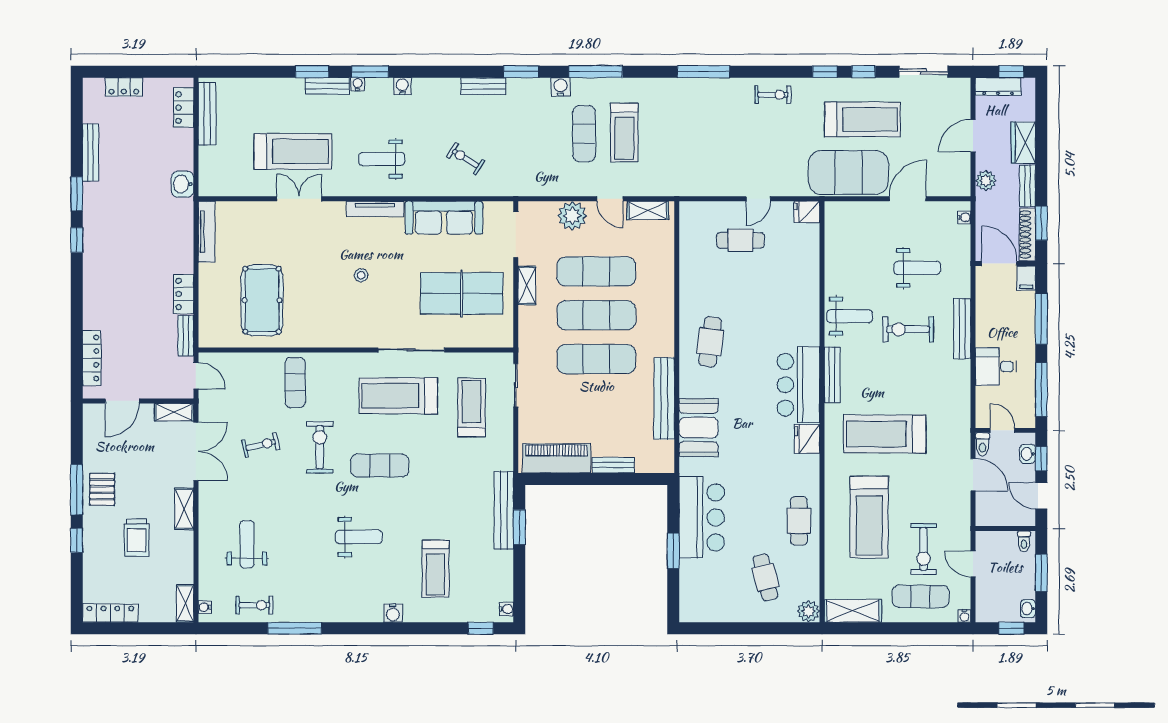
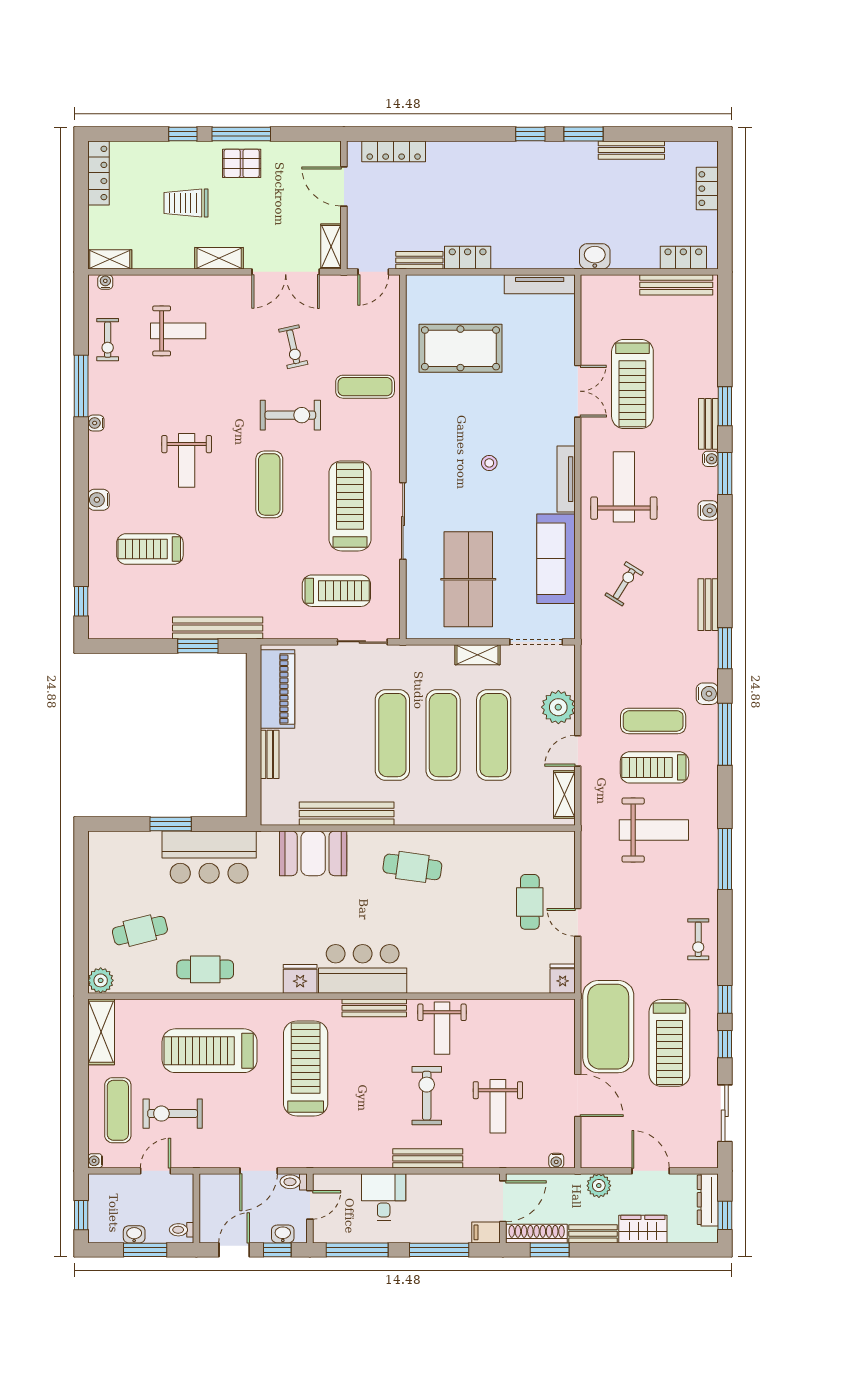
weight bench: (678, 133) -> (654, 830), added
weight bench: (382, 159) -> (624, 487), width x1.36, depth x1.33
water cooler: (507, 609) -> (96, 423), moved, turned 90
washbasin: (1028, 609) -> (134, 1234), moved

